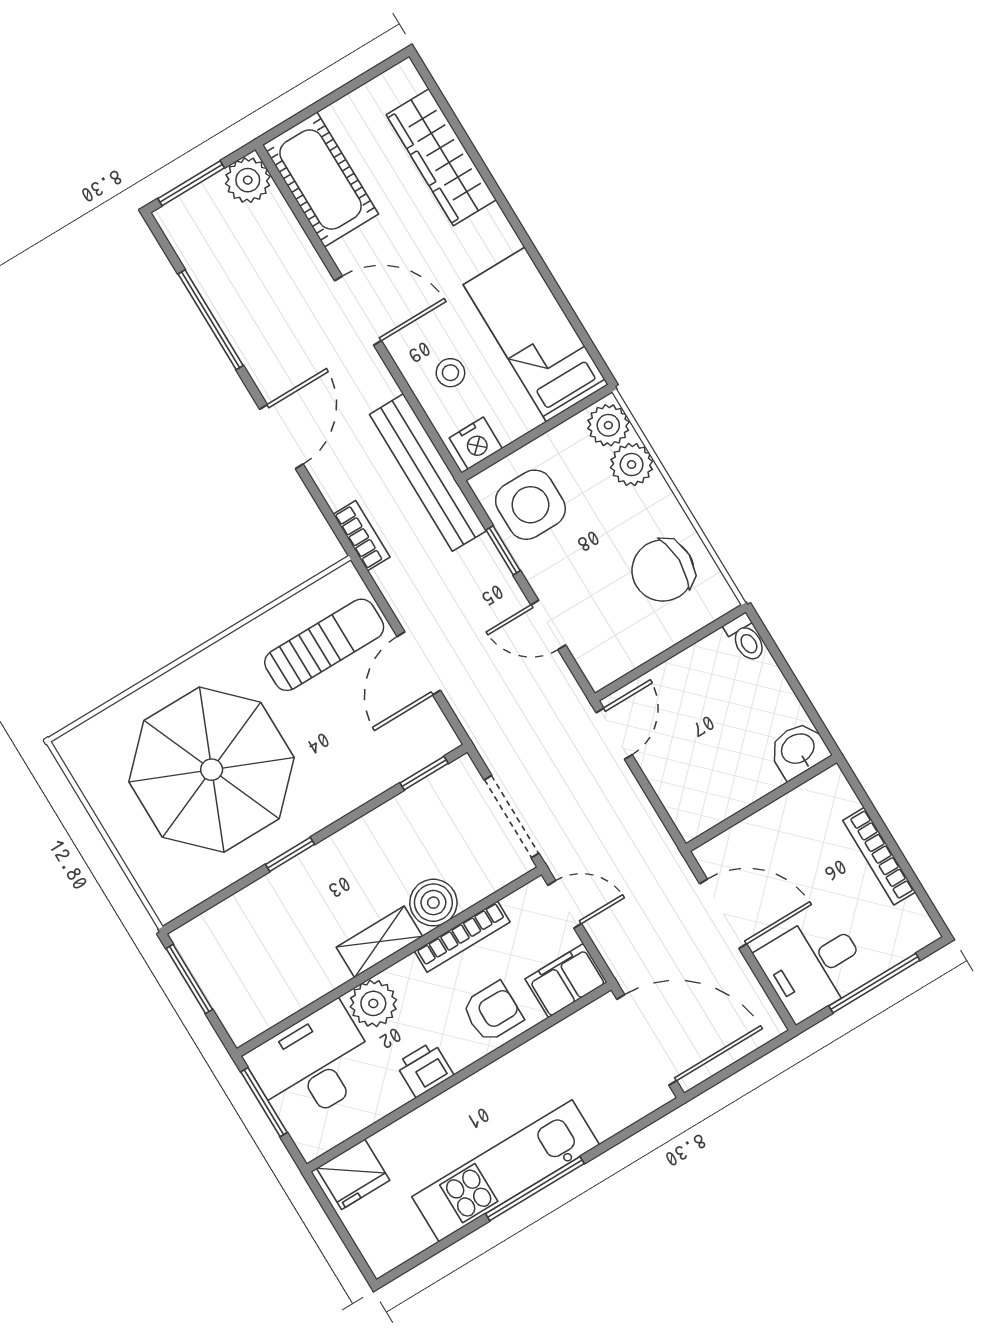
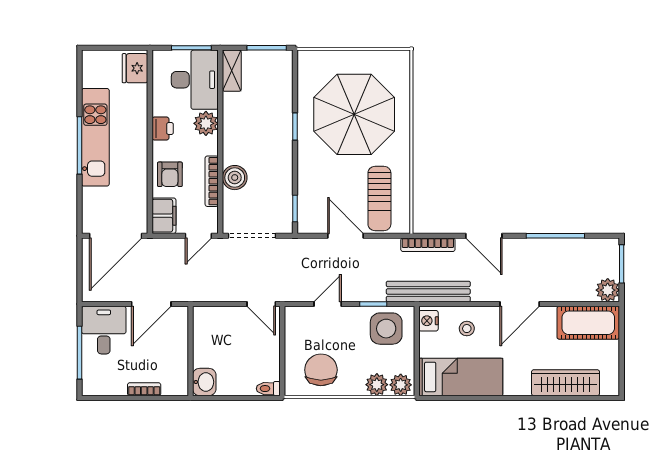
bookcase: (362, 536) -> (428, 245), width x1.56
bookcase: (879, 856) -> (144, 389), width x0.64
shelving: (379, 942) -> (232, 71), moved

